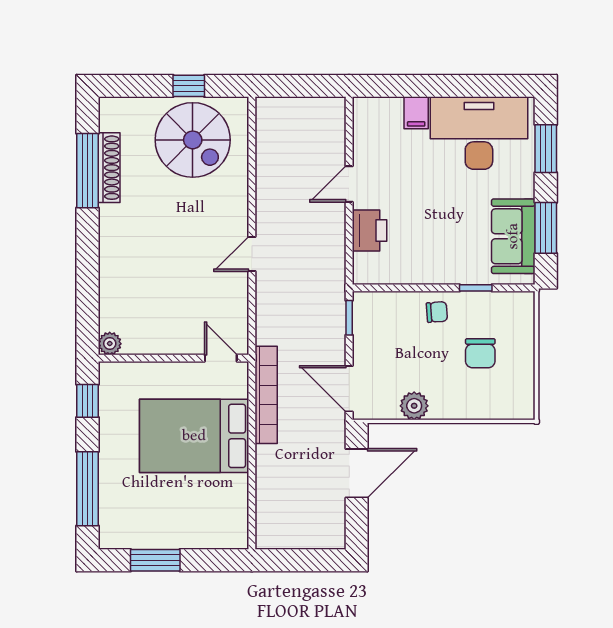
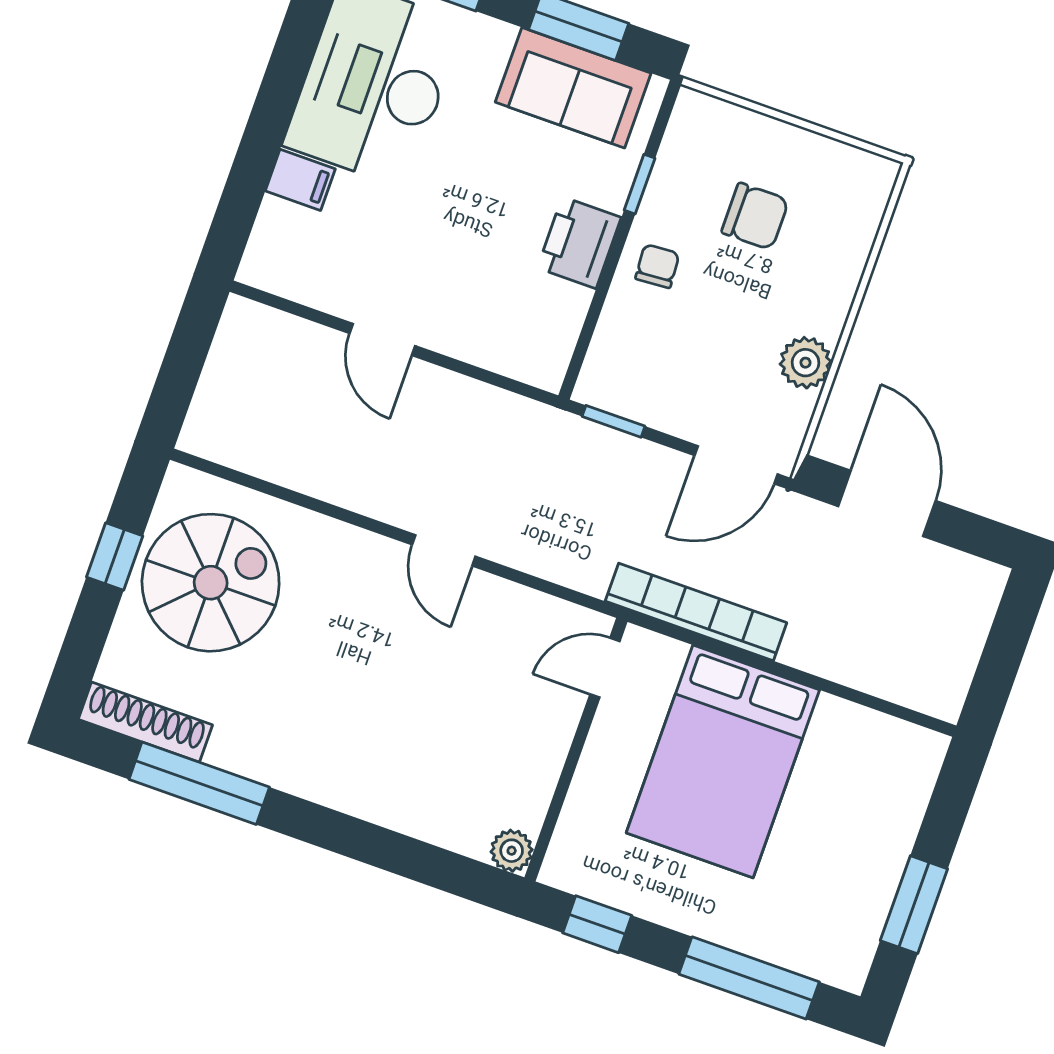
shoe rack: (109, 168) -> (145, 722), moved
printer: (369, 230) -> (579, 243), moved, turned -90

